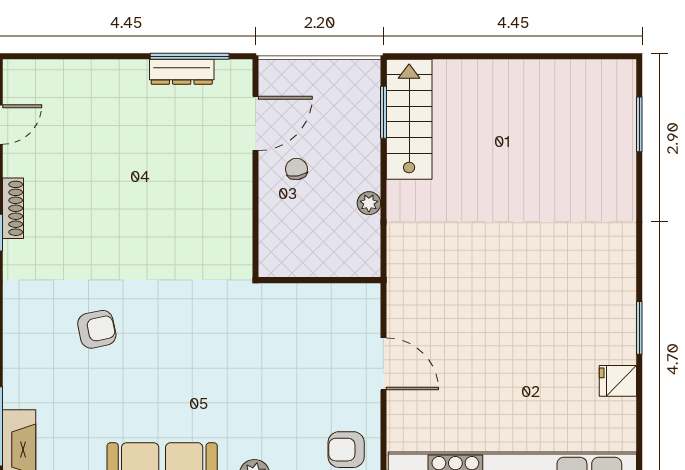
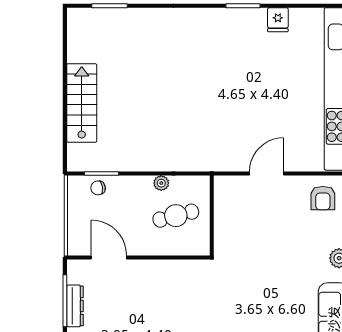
stairs: (409, 119) -> (82, 103), moved, turned 90
chair: (296, 169) -> (98, 188), moved
cafe table: (319, 225) -> (176, 216), added

